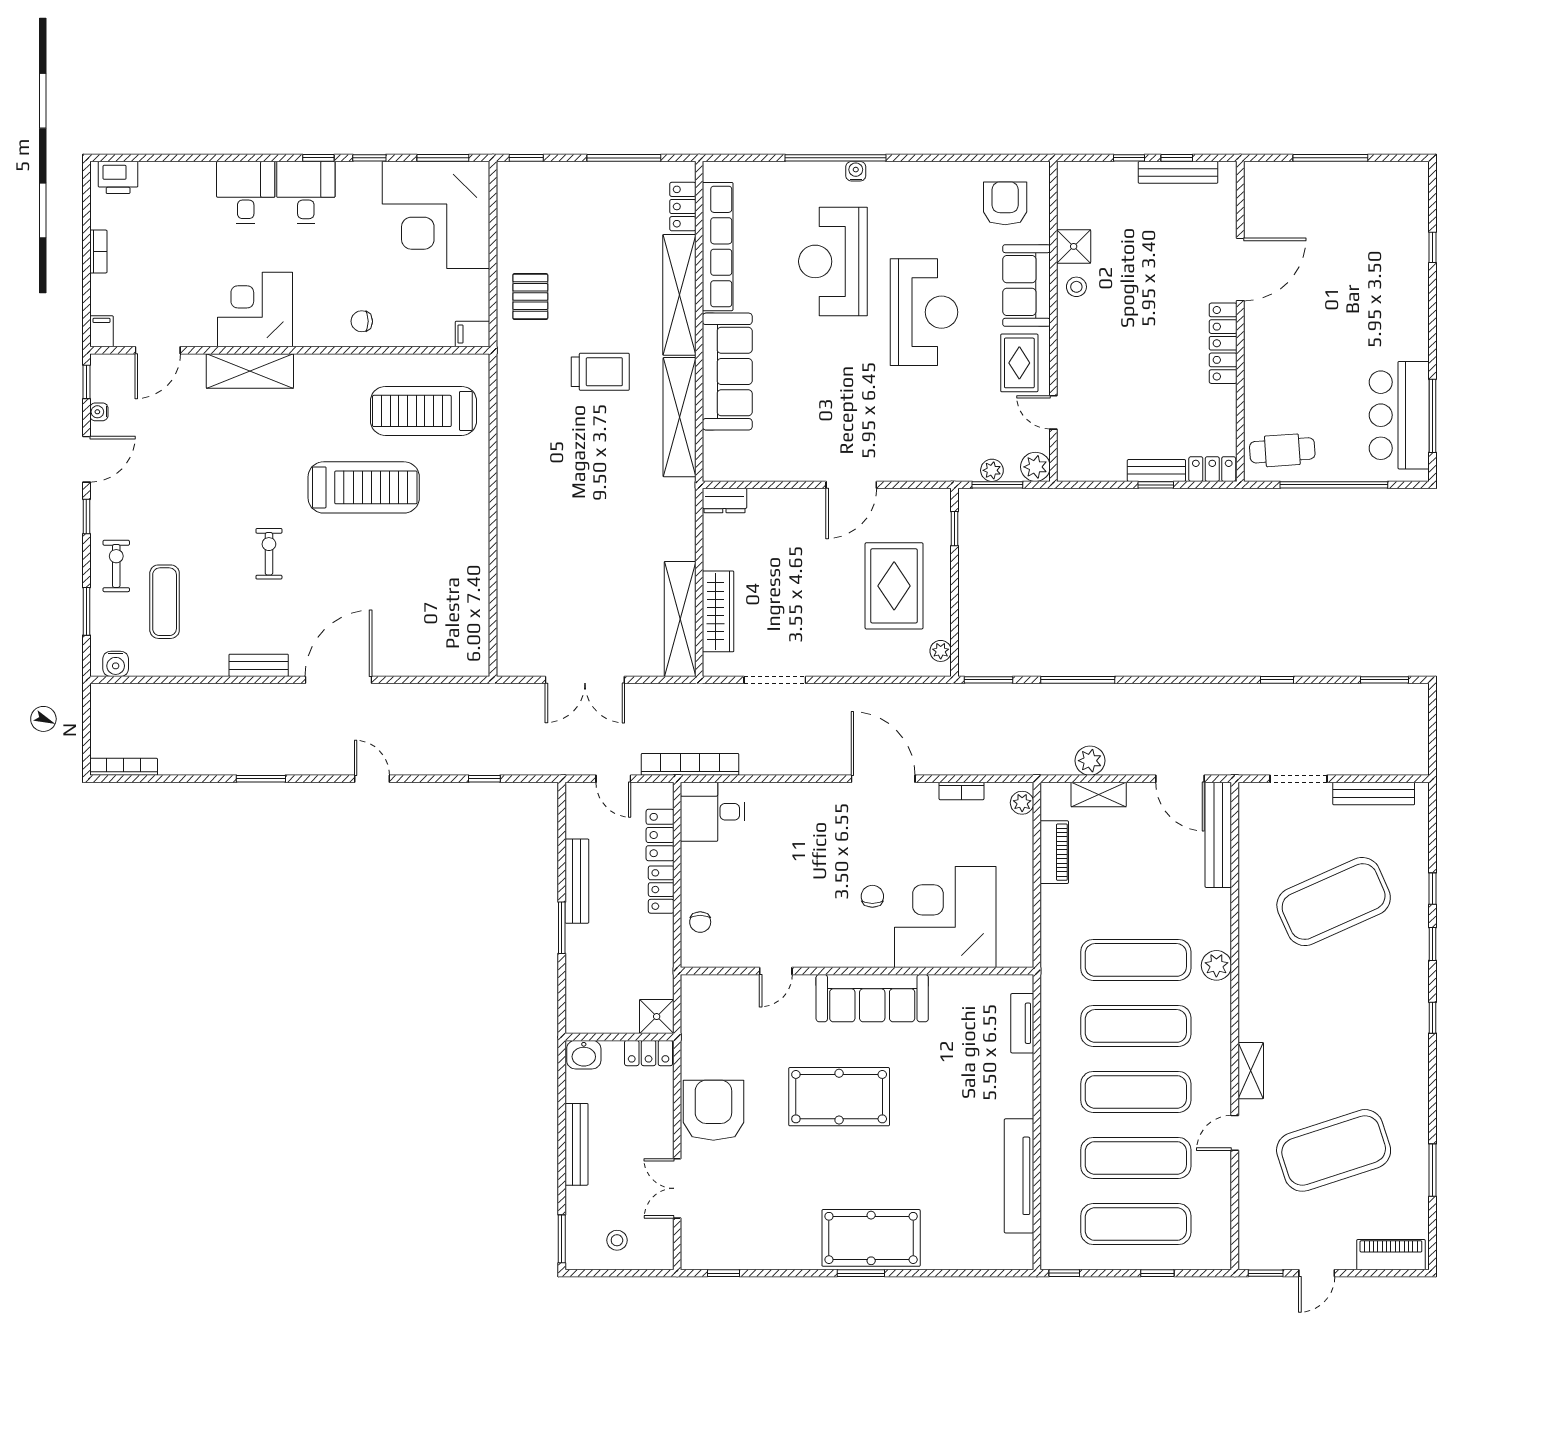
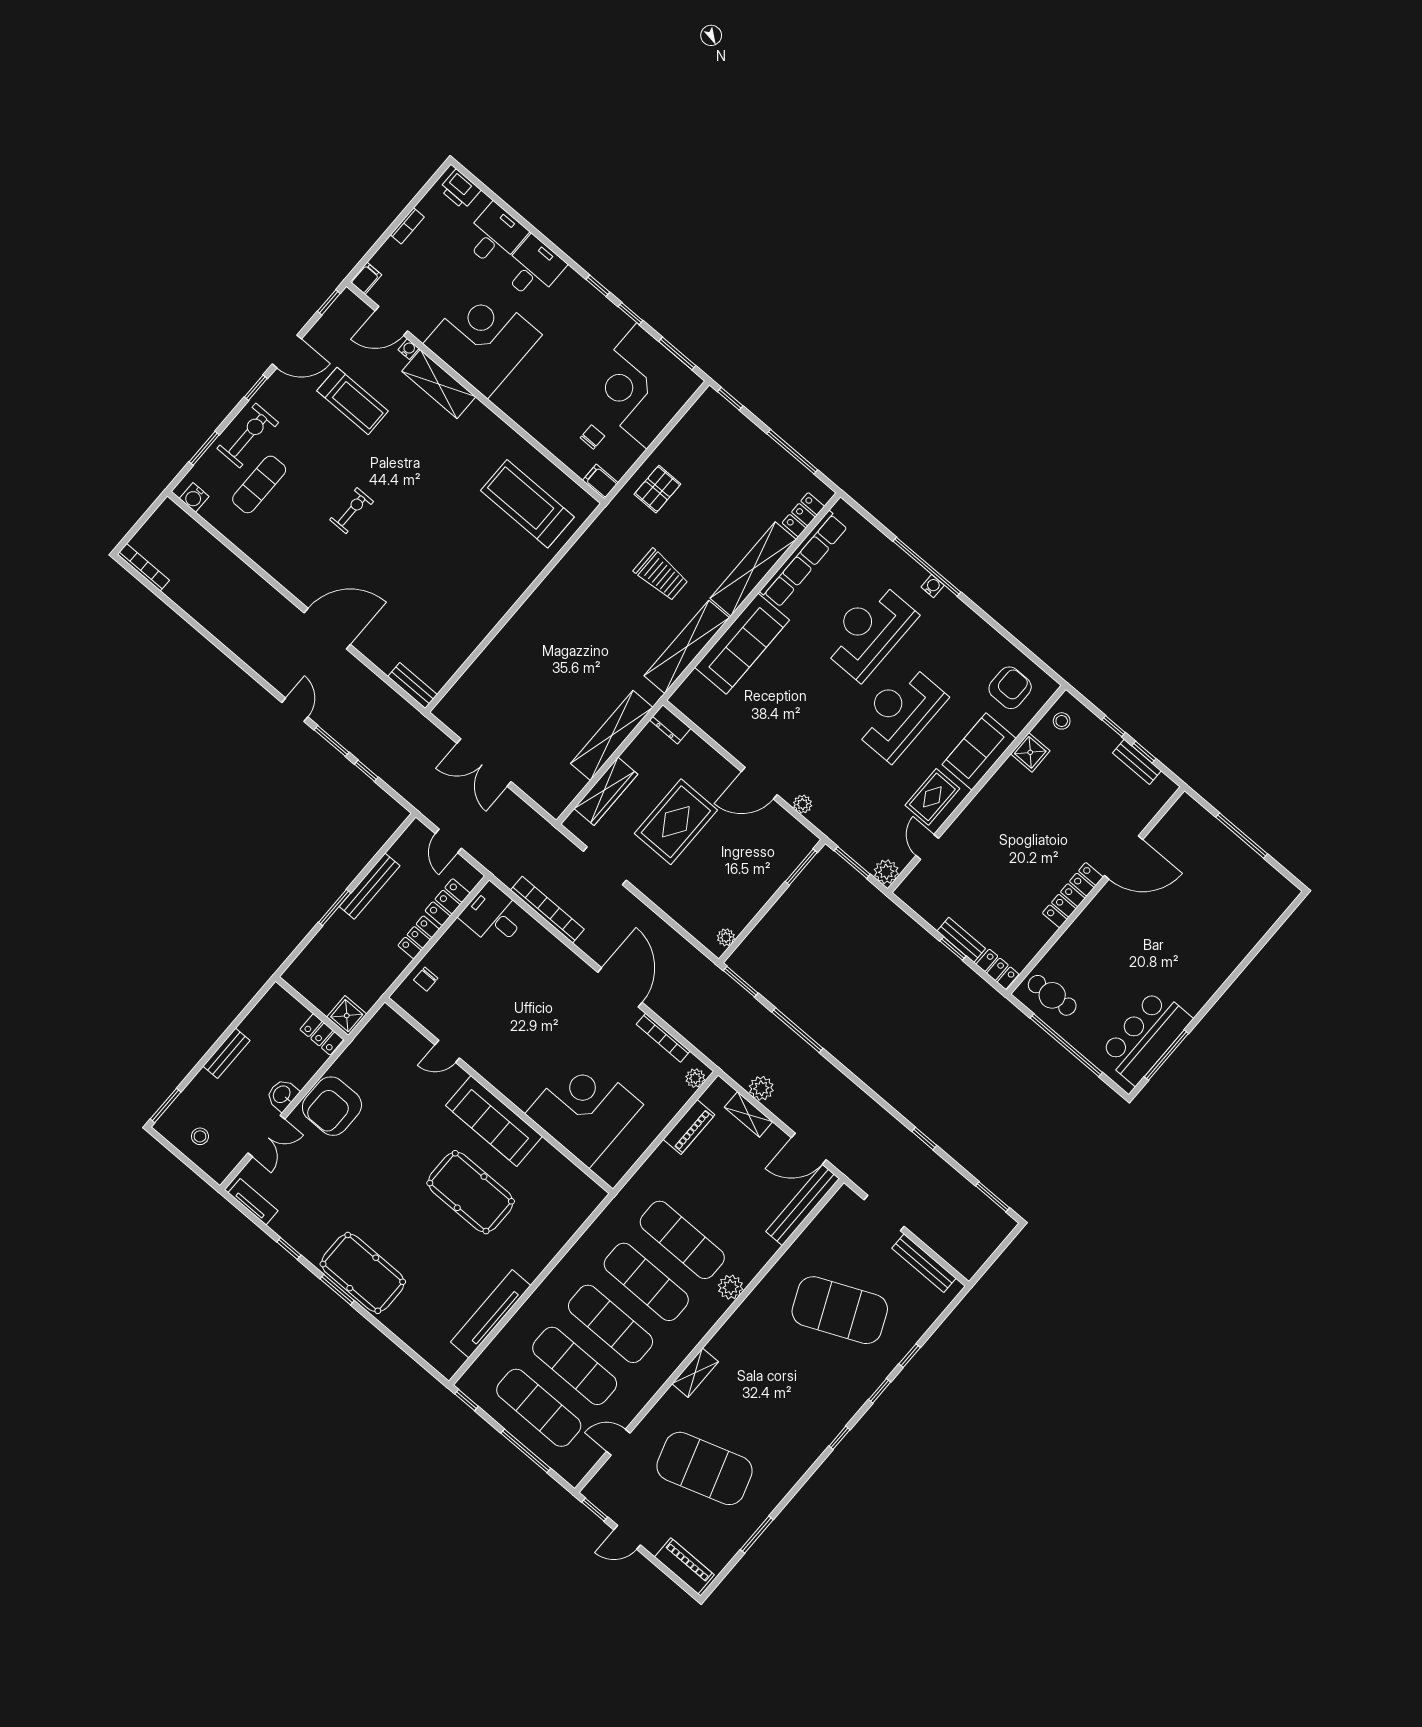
bench: (1178, 172) -> (1137, 762), width x0.73
desk: (306, 192) -> (495, 236), moved
window: (1432, 247) -> (1258, 948), removed
stool: (1076, 287) -> (1062, 721), moved
corner desk: (255, 310) -> (483, 339), width x1.36, depth x1.36
reception desk: (924, 312) -> (899, 713), turned 180
chair: (362, 321) -> (593, 437), moved, turned 90
water cooler: (99, 412) -> (408, 349), moved, turned 90
plant: (992, 470) -> (803, 804), moved
treadmill: (364, 487) -> (353, 401), moved, width x0.73, depth x0.73
window: (955, 529) -> (801, 867), width x1.50
exercise bike: (116, 566) -> (248, 435), width x1.38, depth x1.39
rug: (894, 586) -> (676, 822), moved
shelving: (680, 619) -> (612, 735), moved
bench: (259, 665) -> (413, 686), moved
bookcase: (690, 764) -> (547, 910), moved
window: (261, 779) -> (332, 741), moved
door: (1180, 779) -> (809, 1149), hinge flipped
bookcase: (962, 791) -> (663, 1038), width x1.56
chair: (872, 896) -> (549, 1056), removed
tv unit: (1022, 1023) -> (253, 1202), moved, turned 90
washbasin: (584, 1055) -> (282, 1095), moved, turned 90
pool table: (839, 1097) -> (471, 1192), moved
armchair: (713, 1110) -> (332, 1106), turned 180
door: (1235, 1133) -> (618, 1442), moved
bench: (576, 1144) -> (226, 1053), width x0.73
double door: (677, 1188) -> (266, 1136), swing flipped
window: (723, 1273) -> (289, 1248), moved
window: (1157, 1273) -> (526, 1451), width x2.17

